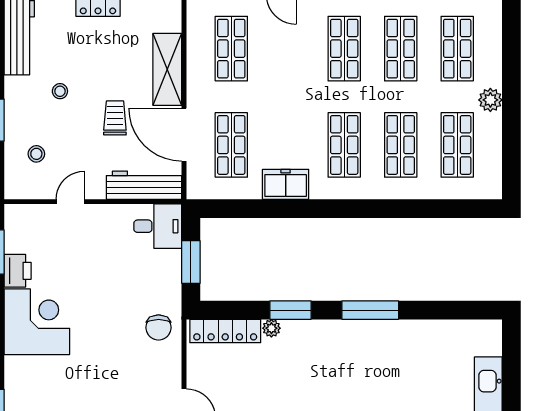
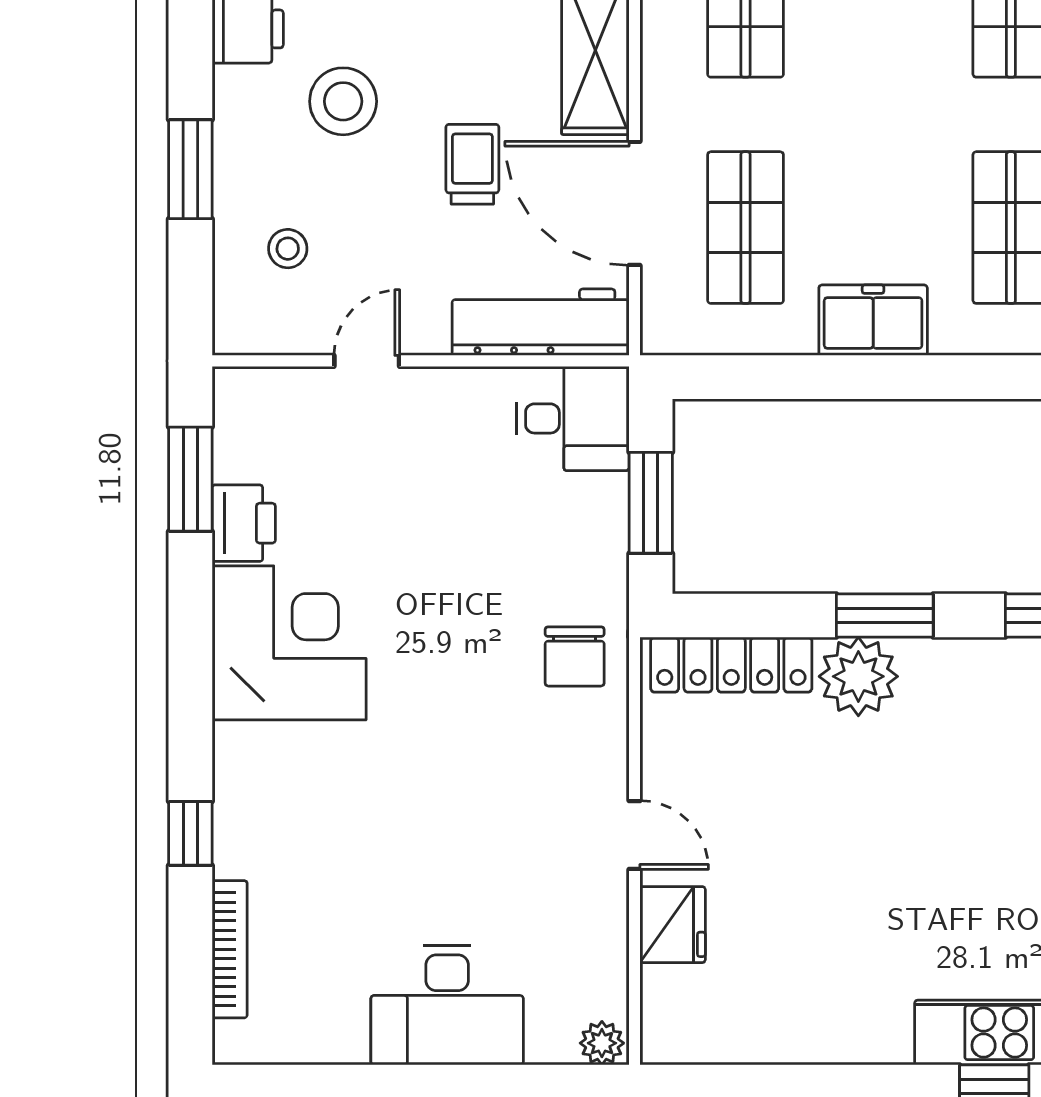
stool: (60, 91) -> (343, 101), width x1.89, depth x1.89
plant: (271, 328) -> (858, 676), width x1.88, depth x1.88

